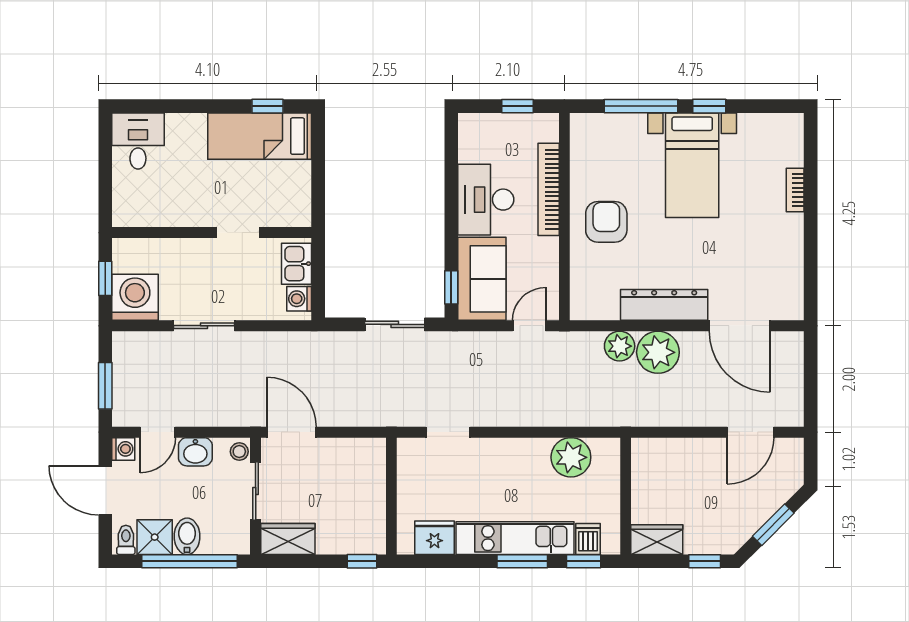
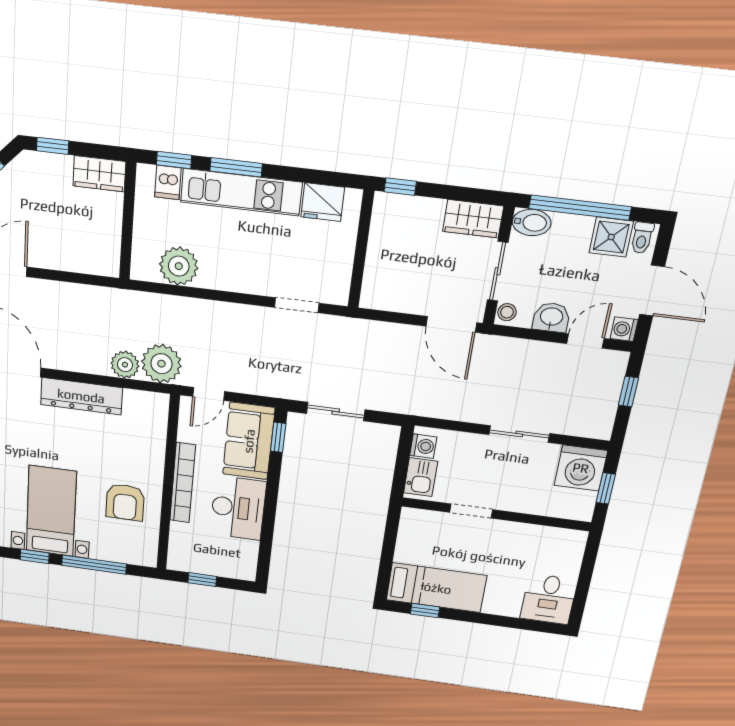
bookcase: (549, 189) -> (183, 483), moved
armchair: (606, 222) -> (125, 502), moved
plant: (658, 352) -> (161, 364), moved
window: (105, 386) -> (628, 392), width x0.67
bidet: (187, 536) -> (532, 223), moved, turned -90

